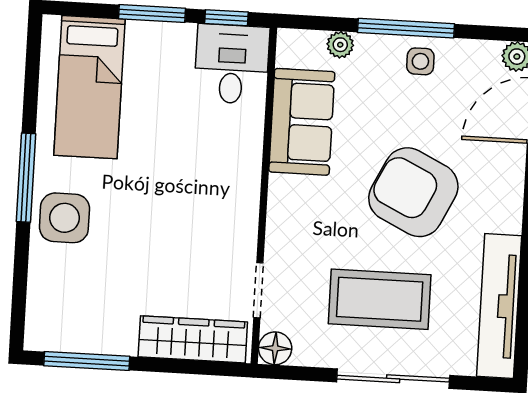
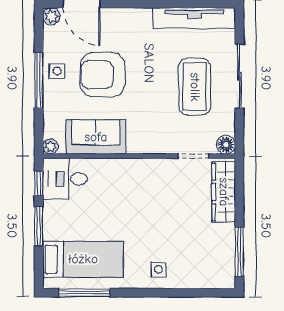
plant: (340, 45) -> (50, 147), moved
window: (26, 178) -> (84, 293), moved
armchair: (413, 192) -> (103, 75), moved, turned 64
side table: (64, 218) -> (158, 269), width x0.54, depth x0.54

